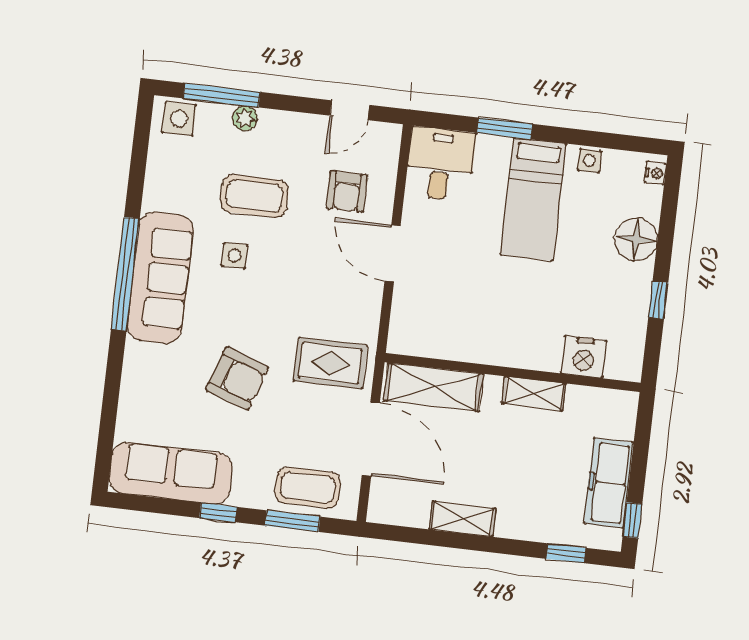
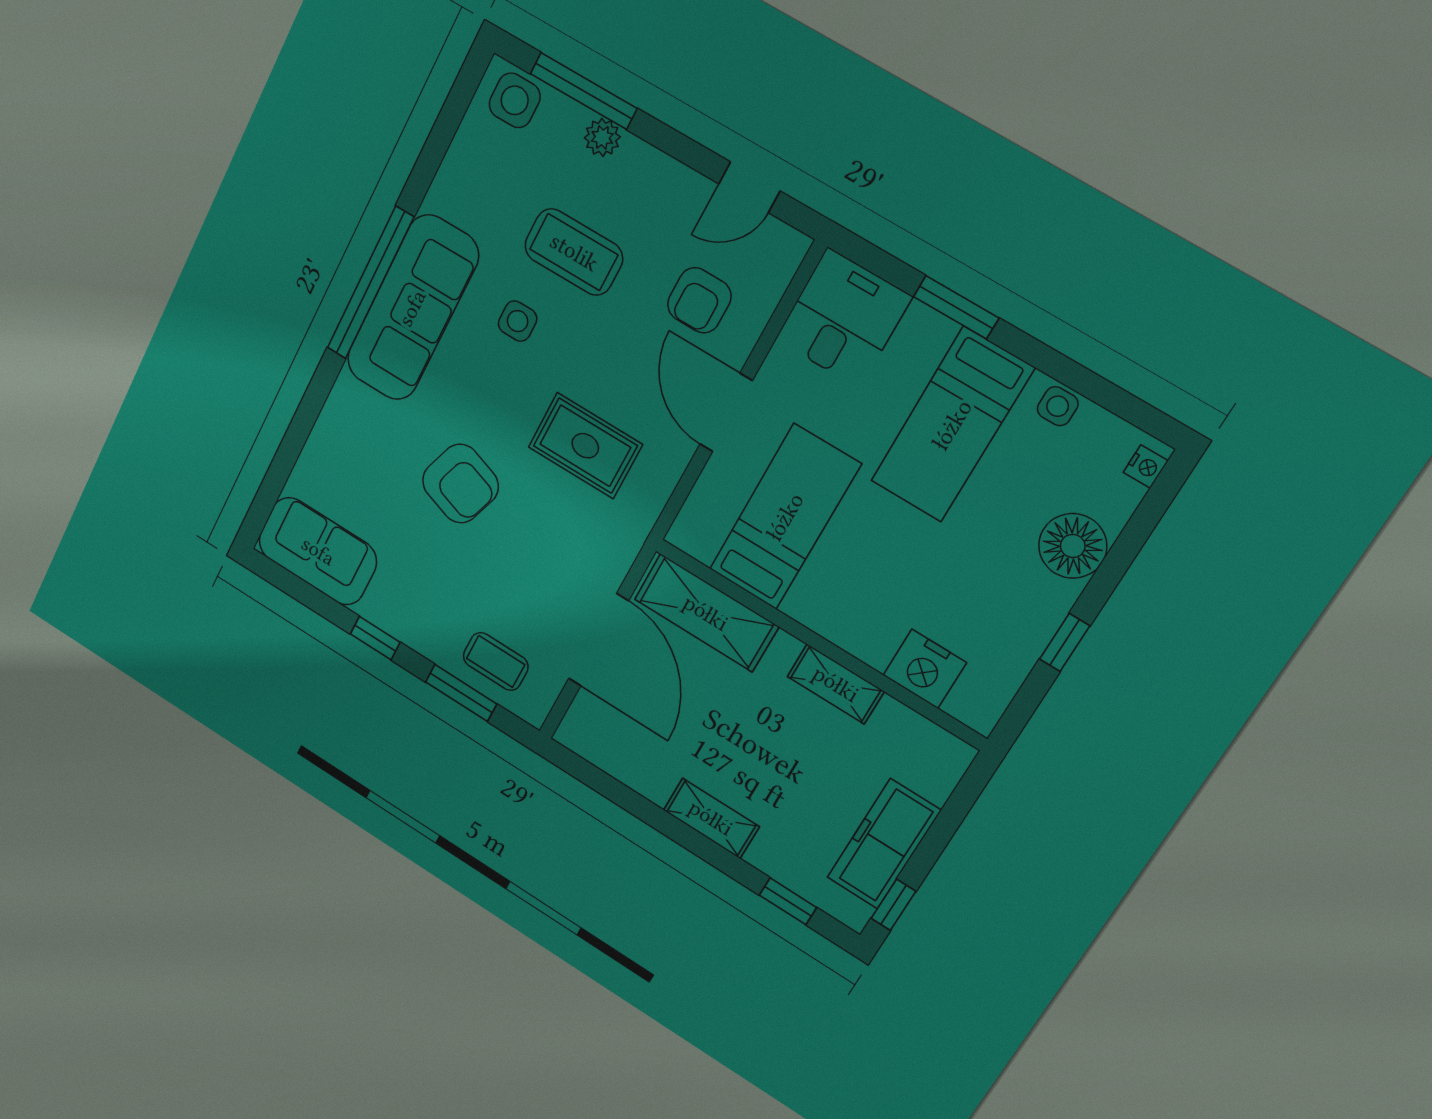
bed: (457, 302) -> (785, 517), added
rug: (331, 363) -> (585, 446), moved
sofa: (171, 473) -> (318, 551), width x0.73
coffee table: (308, 488) -> (496, 661), width x0.73, depth x0.77
shelving: (463, 519) -> (711, 818), moved

